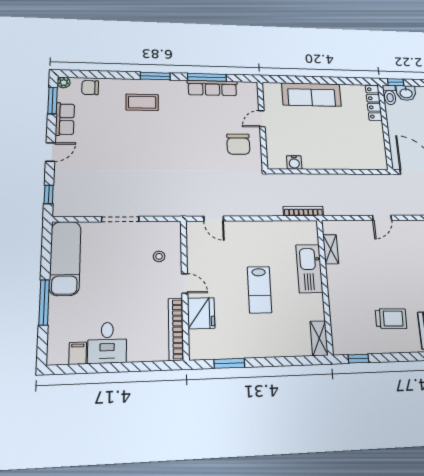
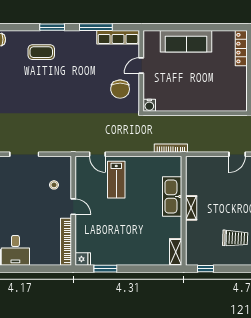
row of seats: (212, 88) -> (118, 37), moved
water cooler: (294, 162) -> (149, 105), moved
shelving: (331, 249) -> (191, 208), moved
lab bench: (260, 290) -> (116, 180), moved
fridge: (201, 313) -> (83, 259), moved, width x0.53, depth x0.75

